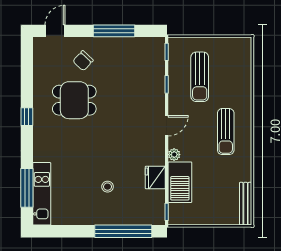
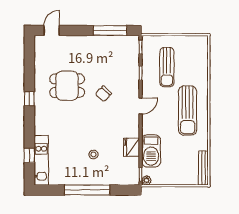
window: (114, 31) -> (110, 31), moved
chair: (83, 61) -> (103, 94), moved
sun lounger: (226, 132) -> (188, 111), width x1.36, depth x1.34
plant: (174, 155) -> (147, 180), moved
window: (27, 188) -> (29, 155), width x0.46
window: (123, 231) -> (87, 190), moved

